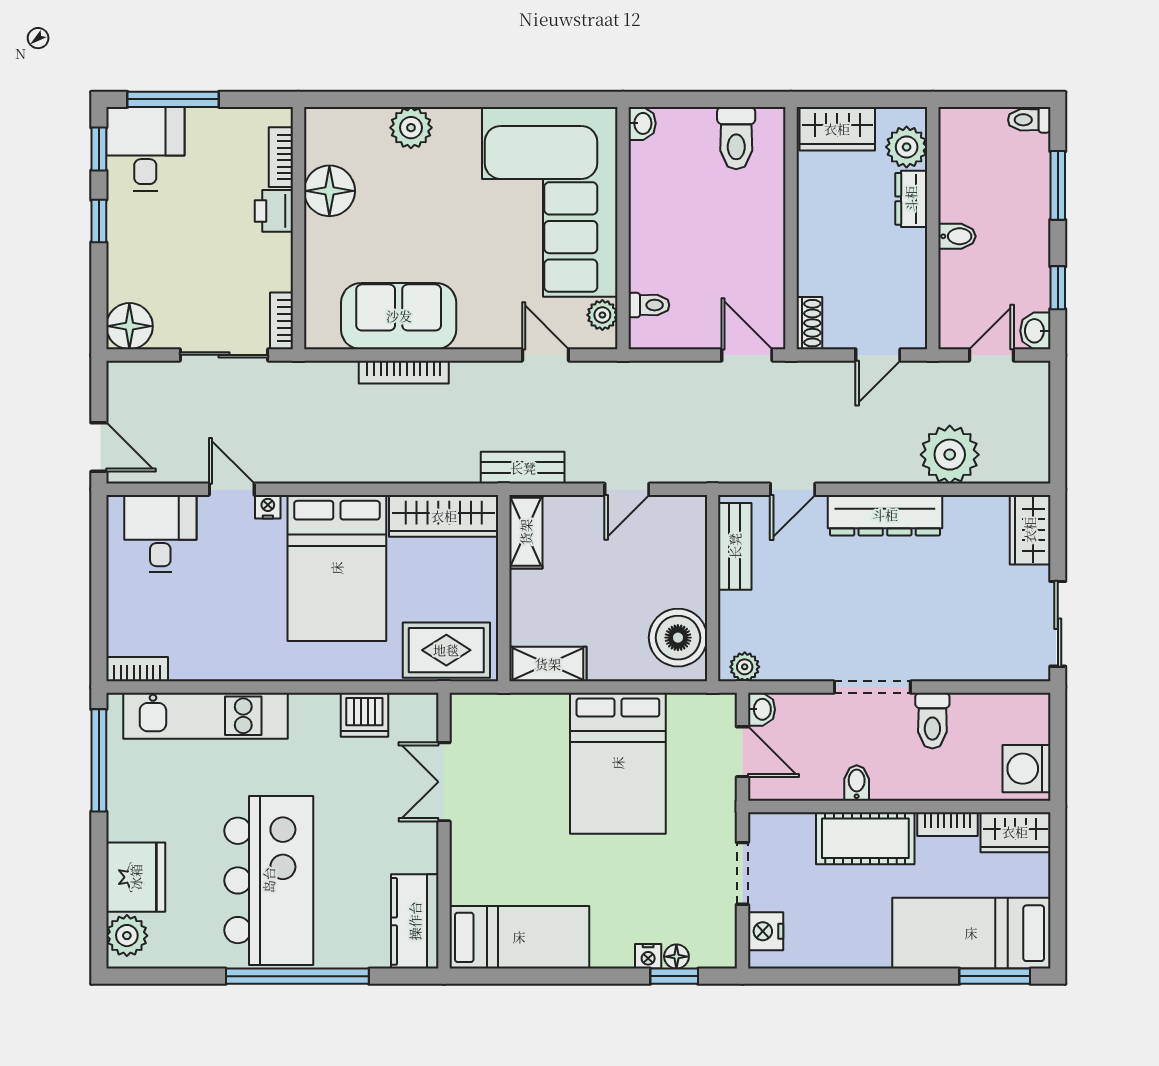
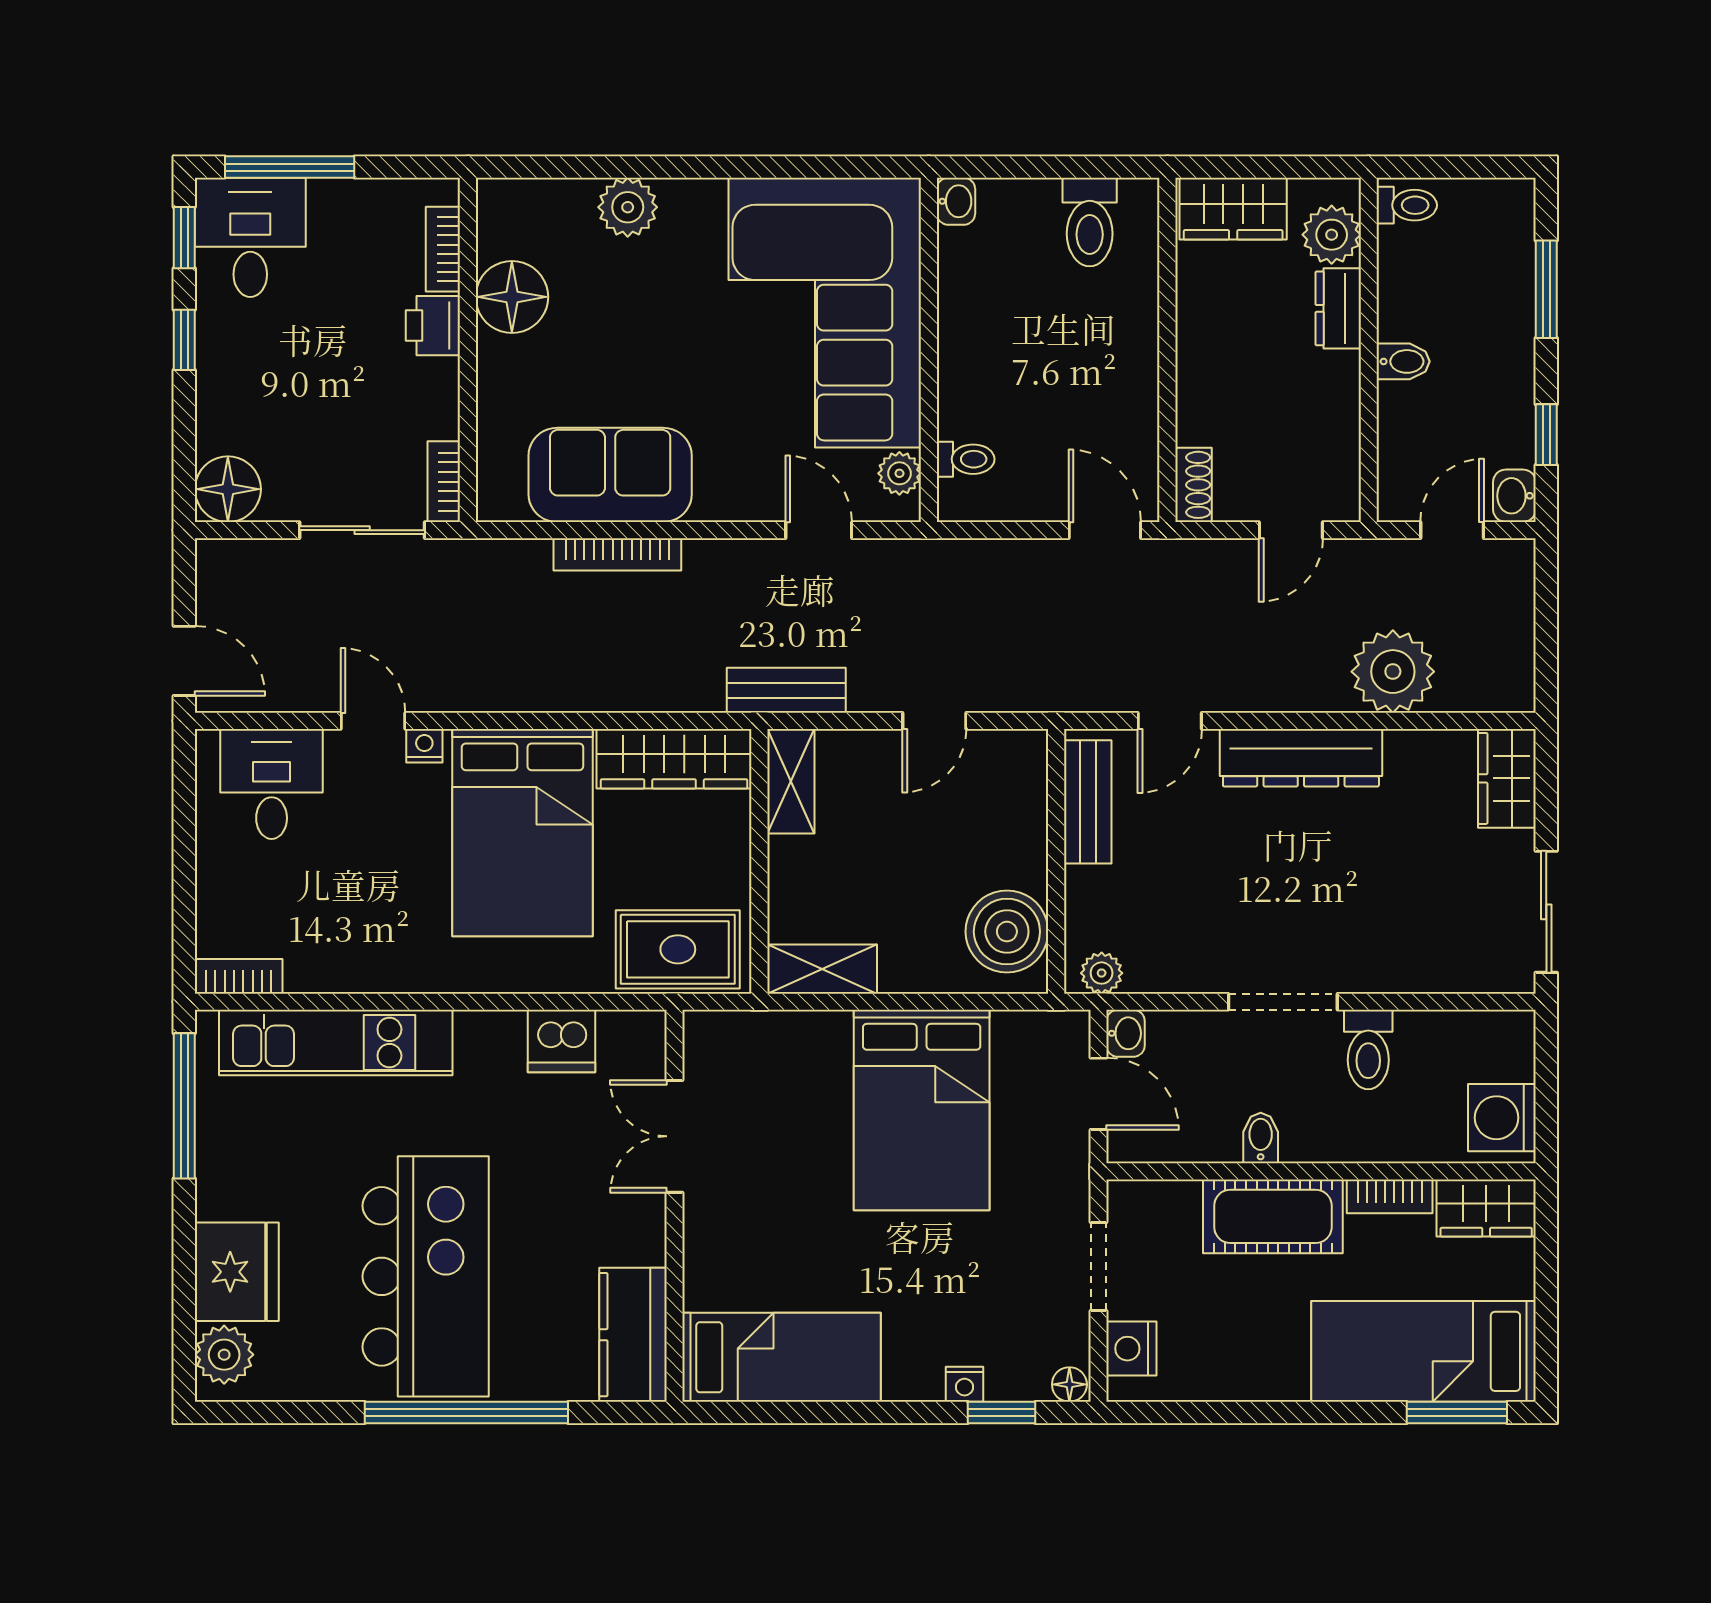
toilet: (1029, 120) -> (1407, 205), moved, turned 180
floor lamp: (676, 957) -> (1069, 1384), moved

